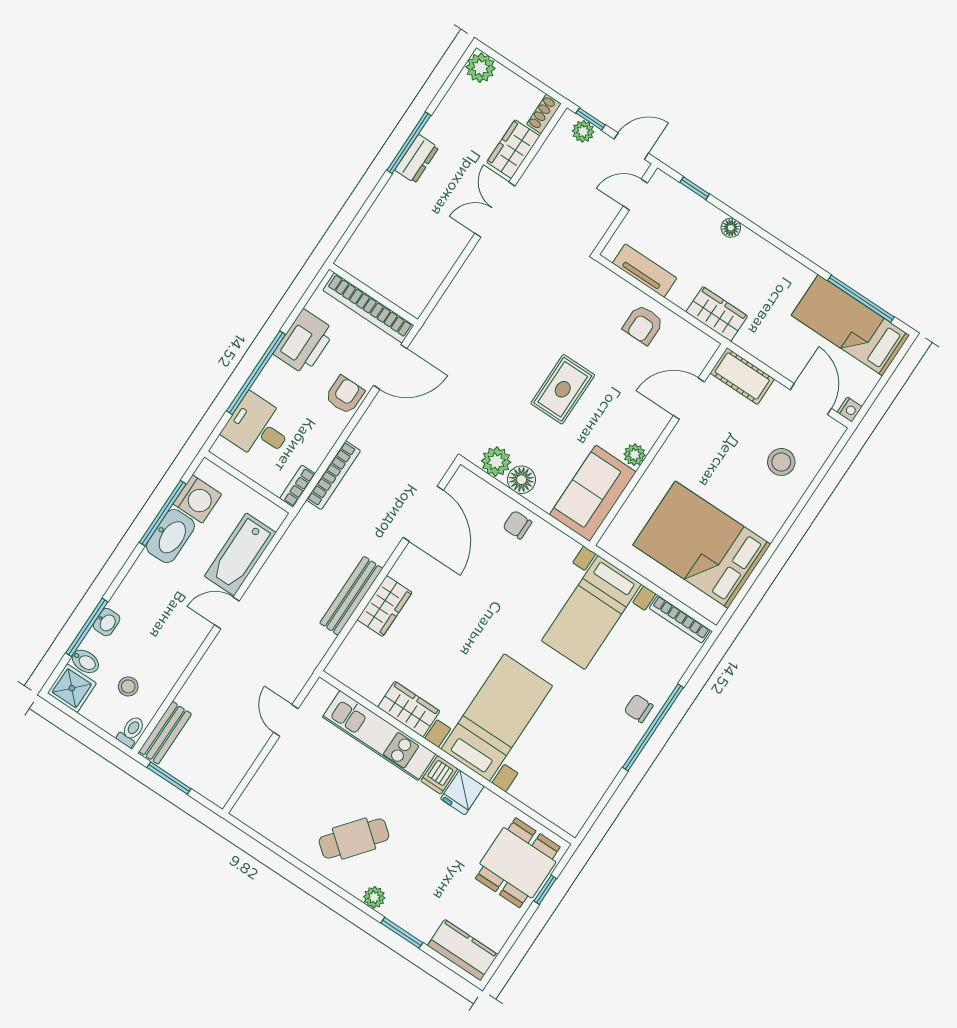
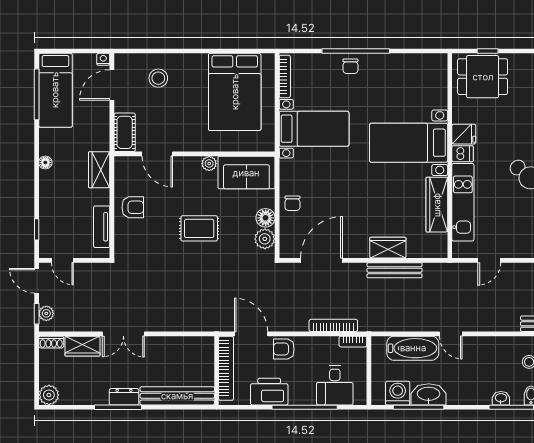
bench: (374, 225) -> (177, 396), added
floor lamp: (731, 228) -> (45, 162), moved
wardrobe: (409, 709) -> (437, 205), width x1.50

